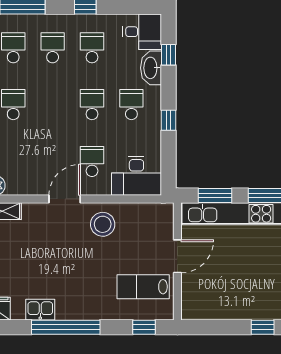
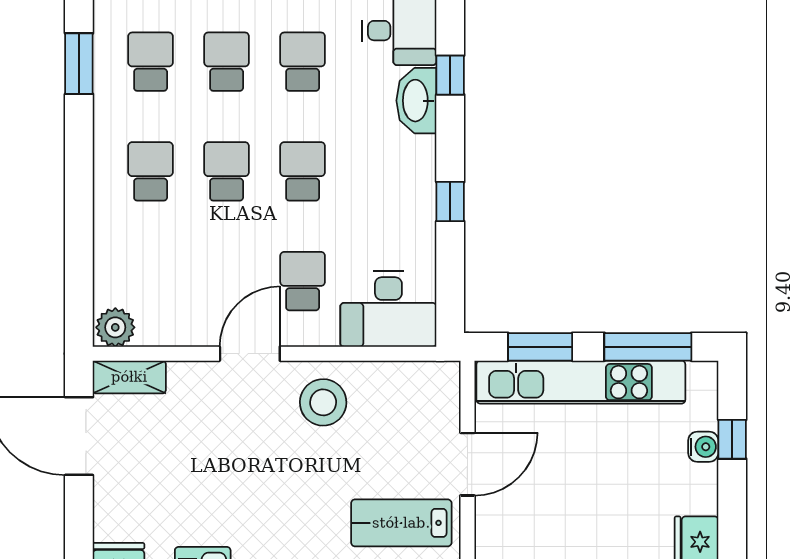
school desk: (131, 105) -> (227, 171), moved

